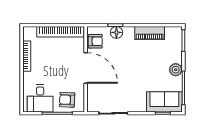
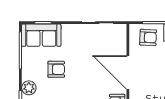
plant: (176, 70) -> (29, 88), moved
armchair: (151, 71) -> (56, 69), added

